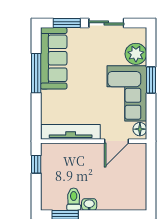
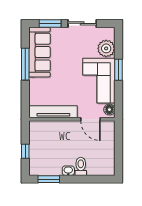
door: (117, 141) -> (91, 119), hinge flipped
window: (36, 164) -> (25, 151), moved
toilet: (74, 199) -> (81, 166), moved

